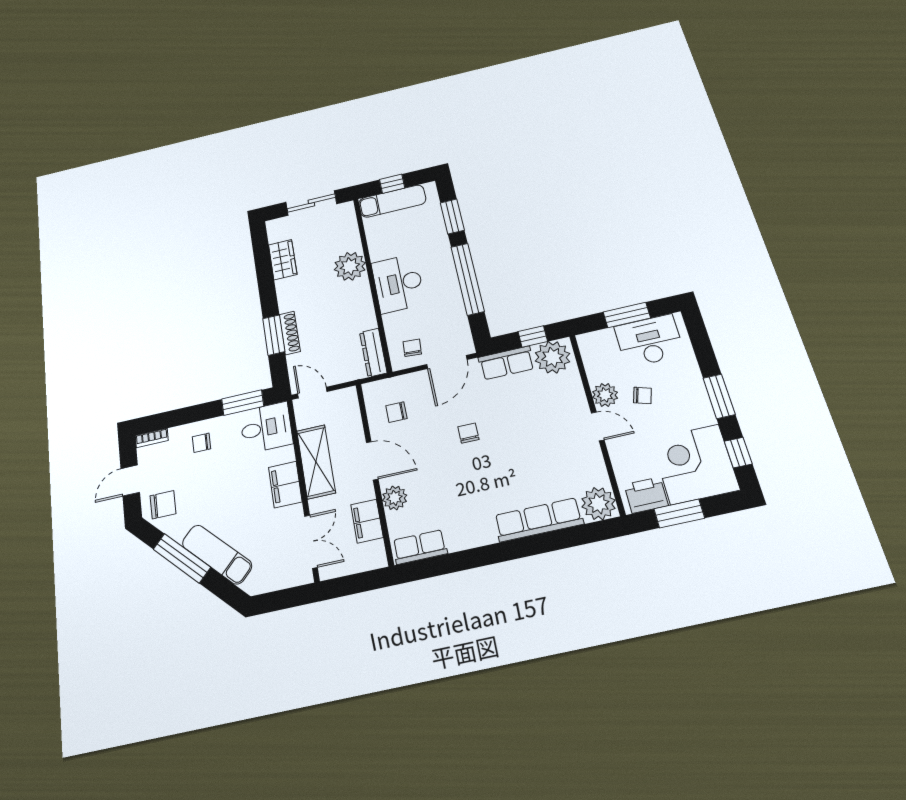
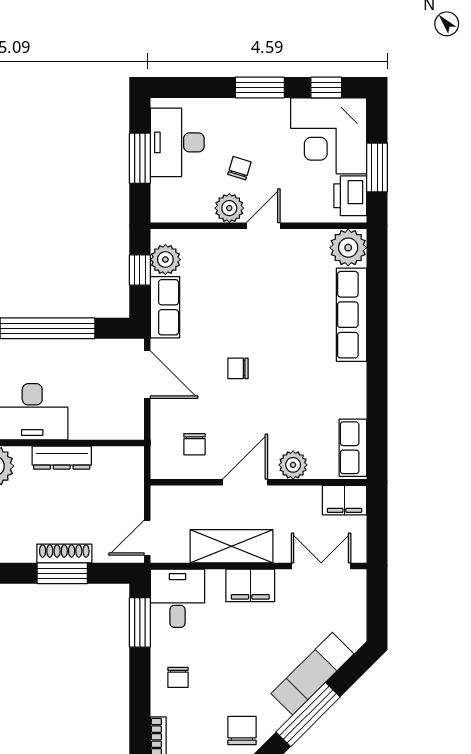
chair: (412, 348) -> (120, 411), removed
dresser: (373, 353) -> (62, 458), moved
plant: (553, 357) -> (165, 260), width x0.73, depth x0.73
filing cabinet: (367, 521) -> (344, 500), moved

